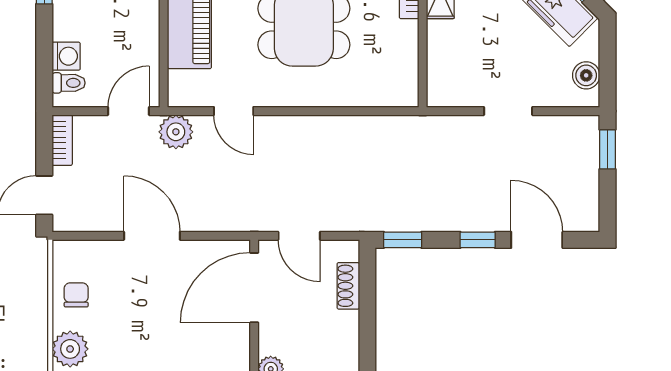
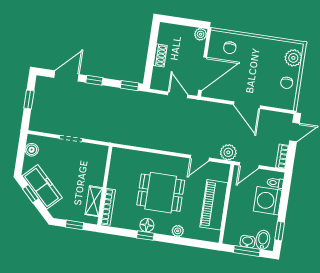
washing machine: (66, 56) -> (268, 201), width x1.89, depth x1.89
door: (234, 111) -> (200, 158), swing flipped
window: (608, 149) -> (29, 99), moved
door: (537, 240) -> (66, 76), swing flipped
shoe rack: (348, 286) -> (160, 55), moved
chair: (206, 350) -> (230, 48), added

